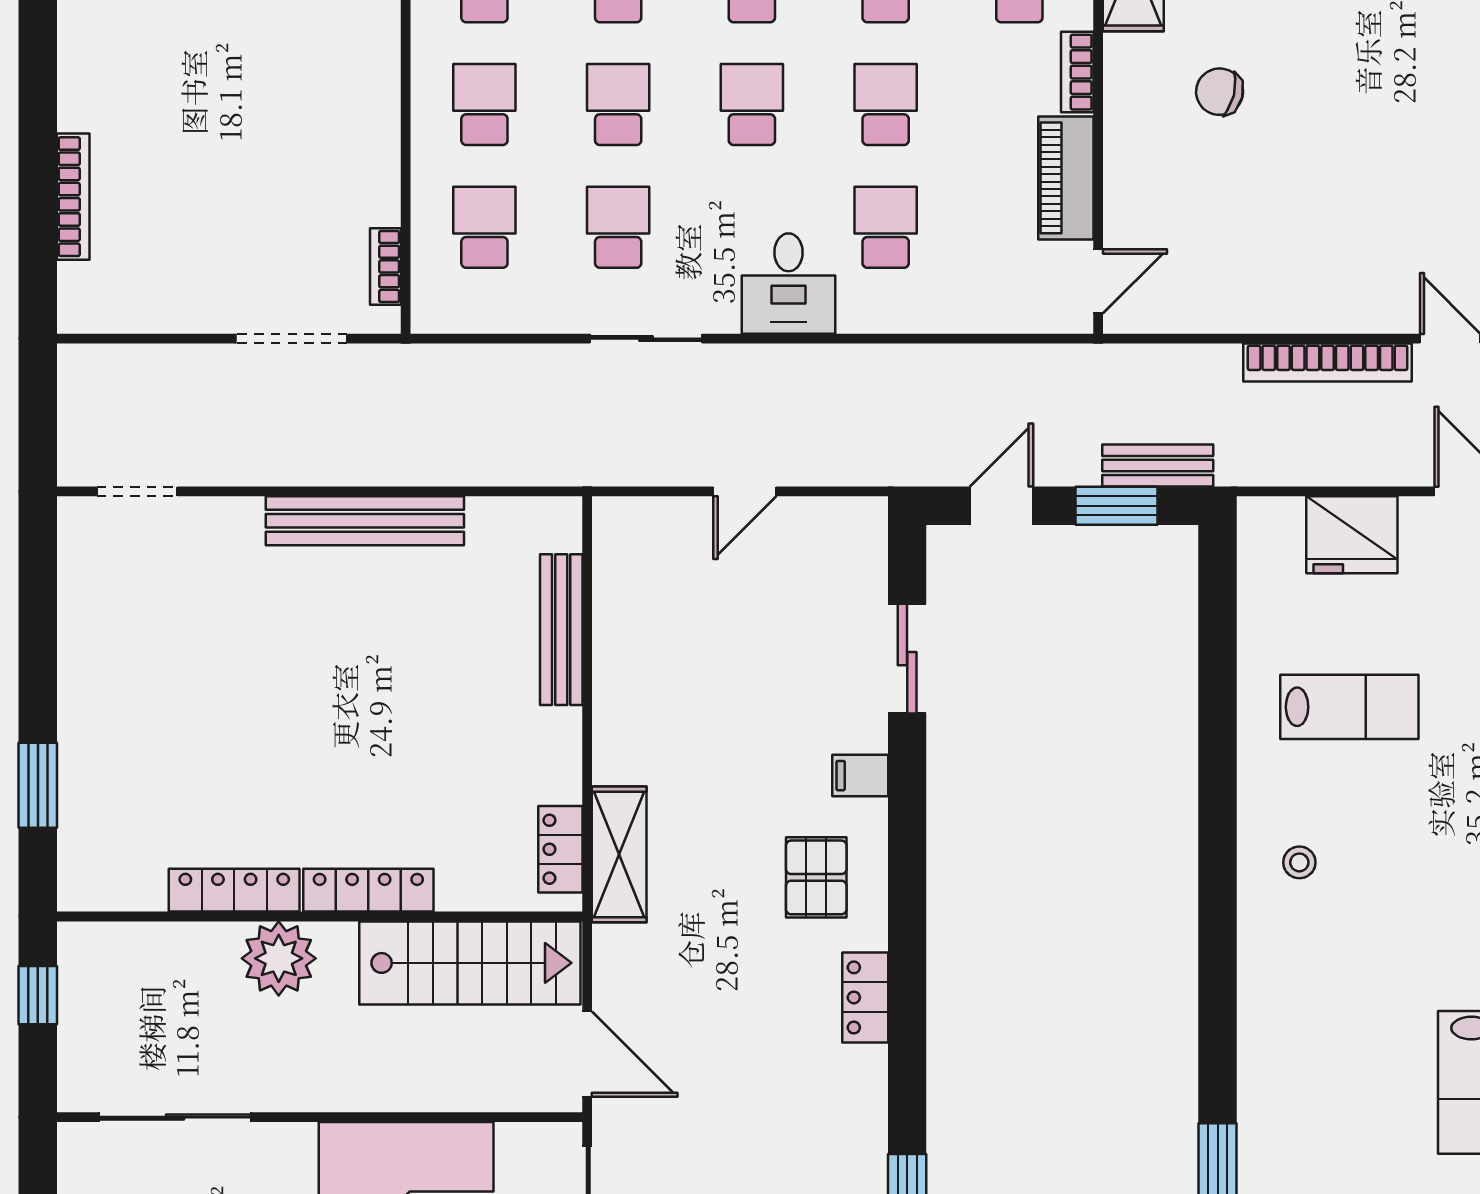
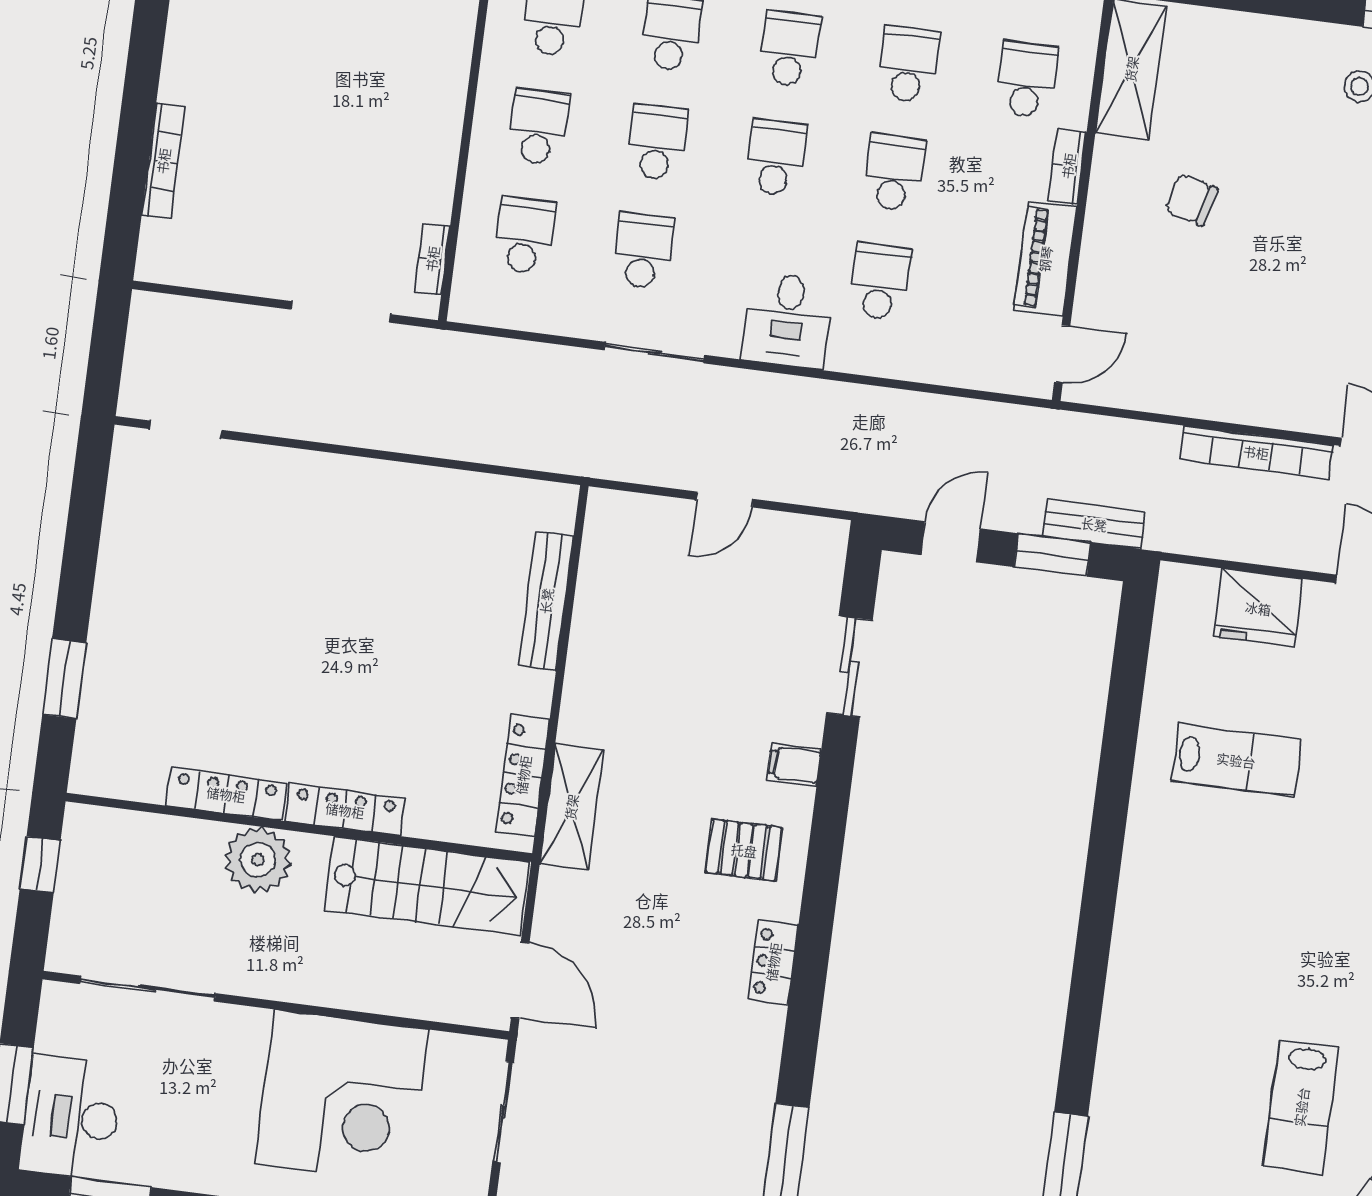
bench: (365, 521) -> (385, 482), removed
locker: (560, 849) -> (523, 775), width x1.53
stool: (1299, 862) -> (1174, 892), removed
pallet: (816, 877) -> (744, 850), turned 90

